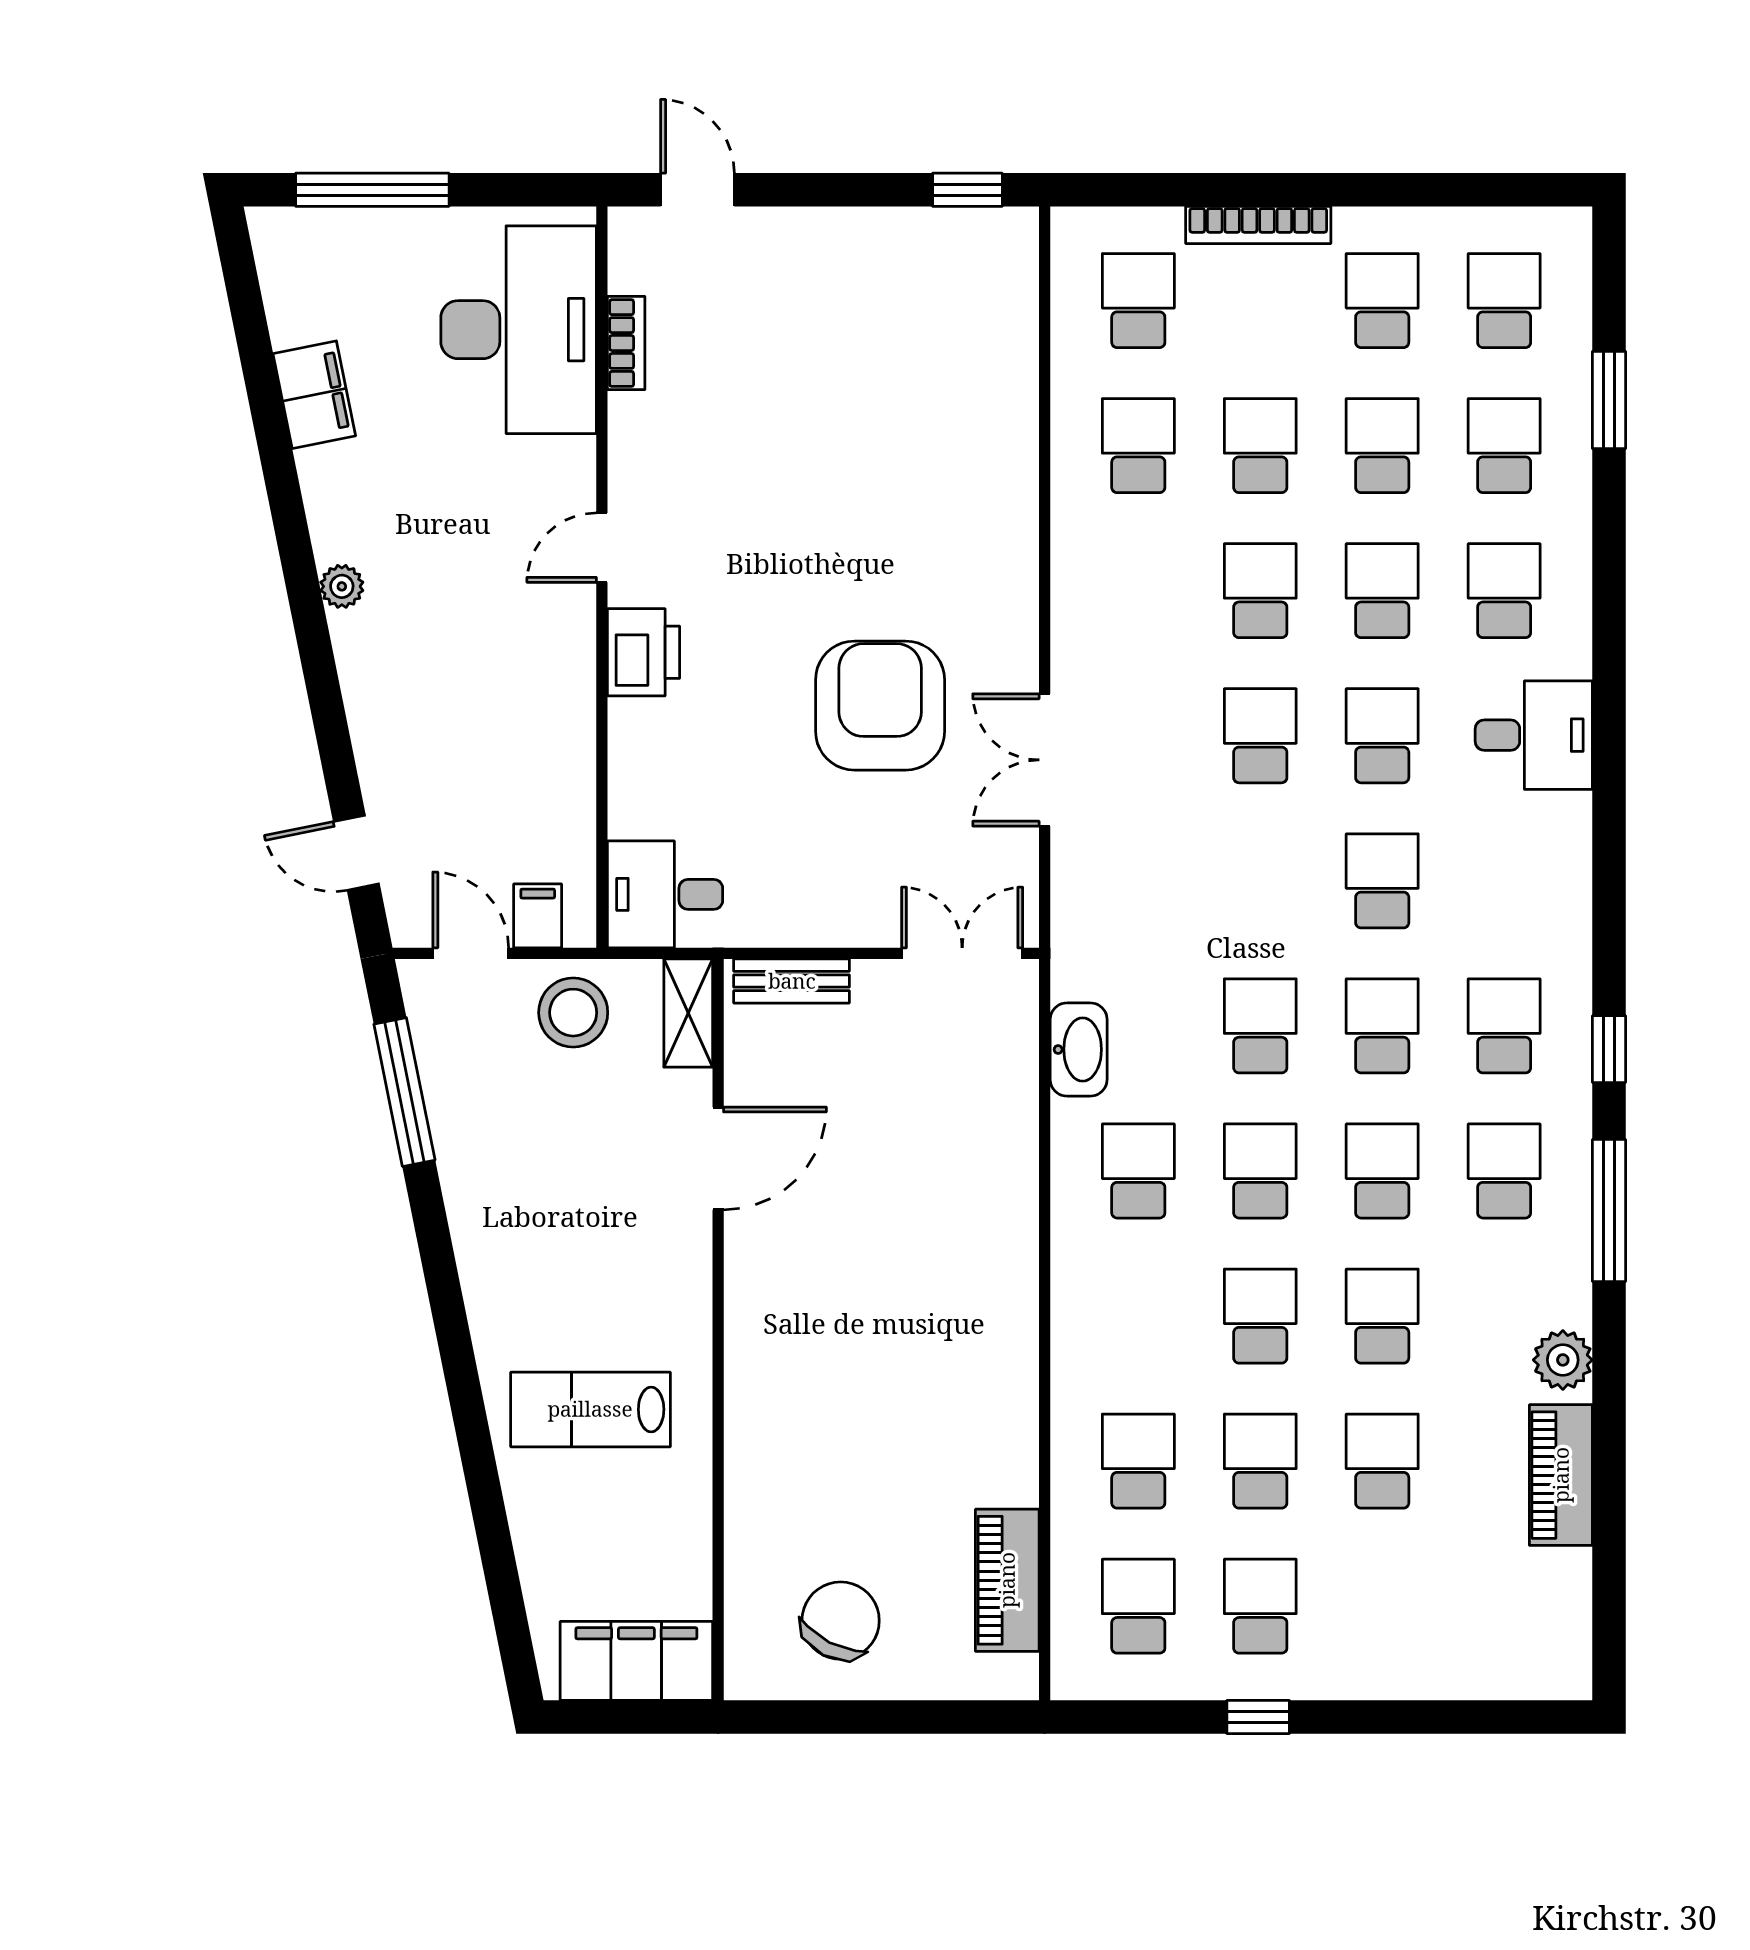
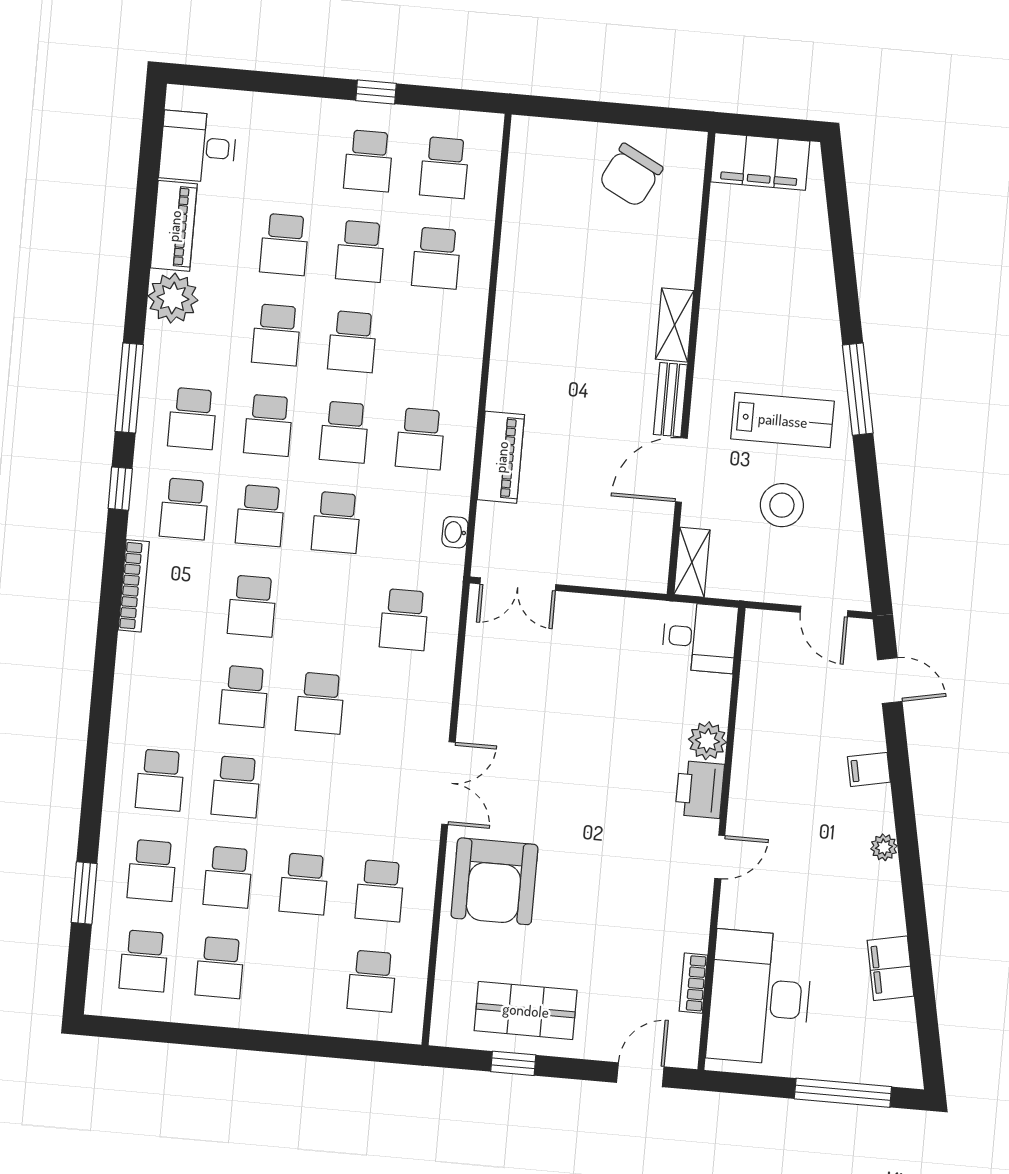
door: (697, 190) -> (640, 1075), swing flipped
window: (967, 190) -> (513, 1063), moved
bookcase: (1258, 225) -> (134, 586), moved, turned 90
shop shelf: (889, 276) -> (526, 1010), added
school desk: (1260, 591) -> (404, 620), moved
armchair: (880, 706) -> (494, 881), moved
plant: (638, 731) -> (707, 741), added
desk: (1534, 735) -> (198, 147), moved
double door: (1045, 760) -> (448, 783), moved
filing cabinet: (538, 916) -> (869, 769), moved, turned 79
bench: (792, 981) -> (670, 400), moved, turned 90
stool: (573, 1013) -> (782, 505), moved
washbasin: (1079, 1050) -> (455, 532), width x0.52, depth x0.69
window: (404, 1092) -> (858, 389), moved
plant: (1563, 1360) -> (173, 298), width x1.36, depth x1.36
shelving: (749, 1388) -> (675, 325), added
lab bench: (590, 1409) -> (783, 420), moved
piano: (1007, 1580) -> (501, 457), moved

